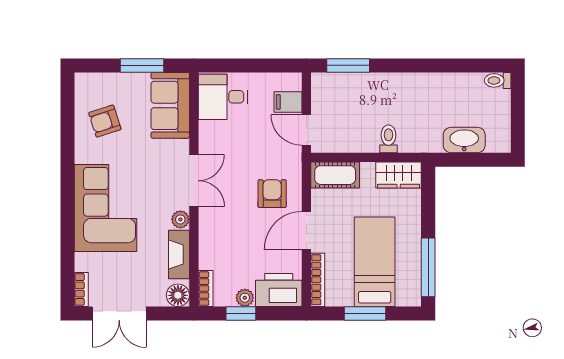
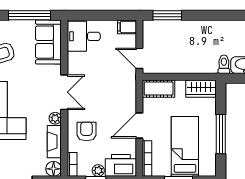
window: (142, 65) -> (30, 15), width x1.44
filing cabinet: (288, 102) -> (127, 27), moved
toilet: (388, 139) -> (224, 64), moved
armchair: (272, 194) -> (86, 131), moved
window: (428, 267) -> (221, 134), moved

